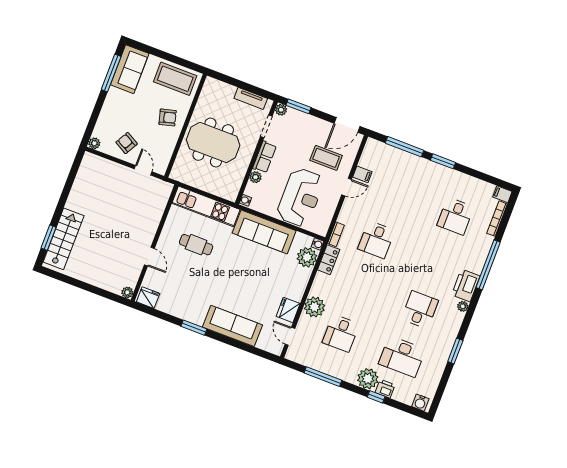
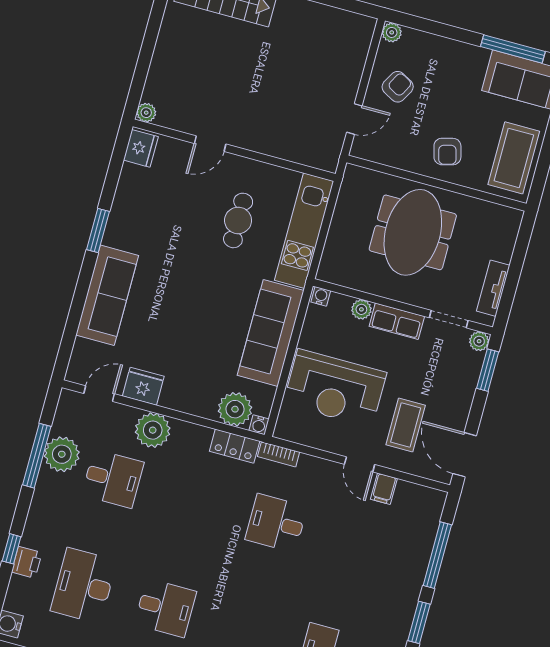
desk: (341, 333) -> (113, 479), turned 180
plant: (368, 379) -> (62, 454), moved

